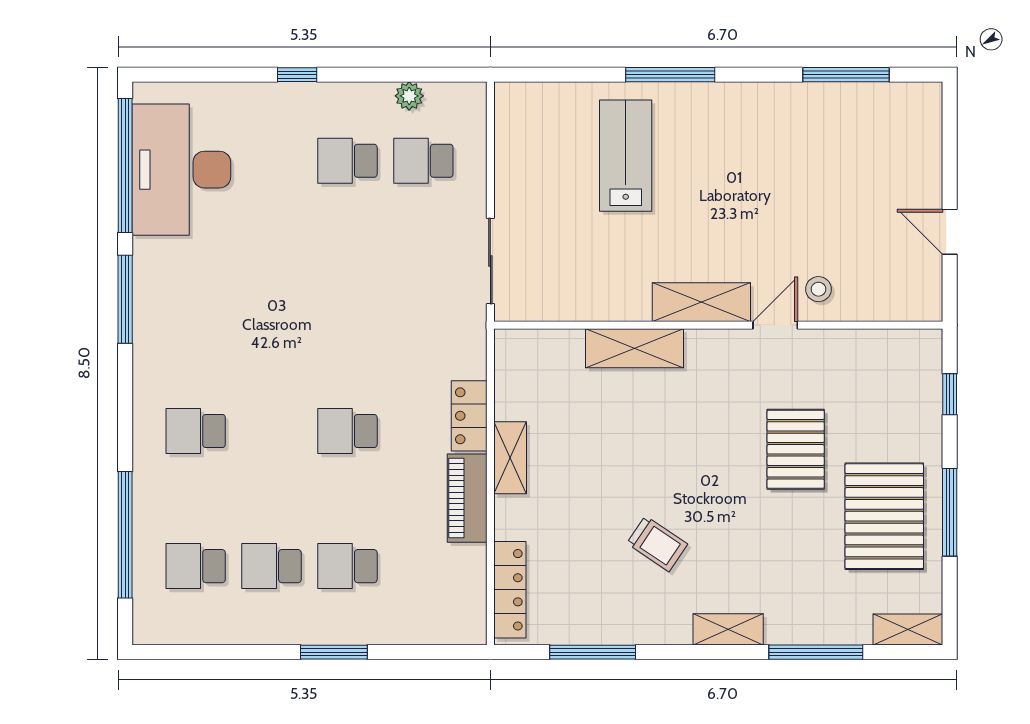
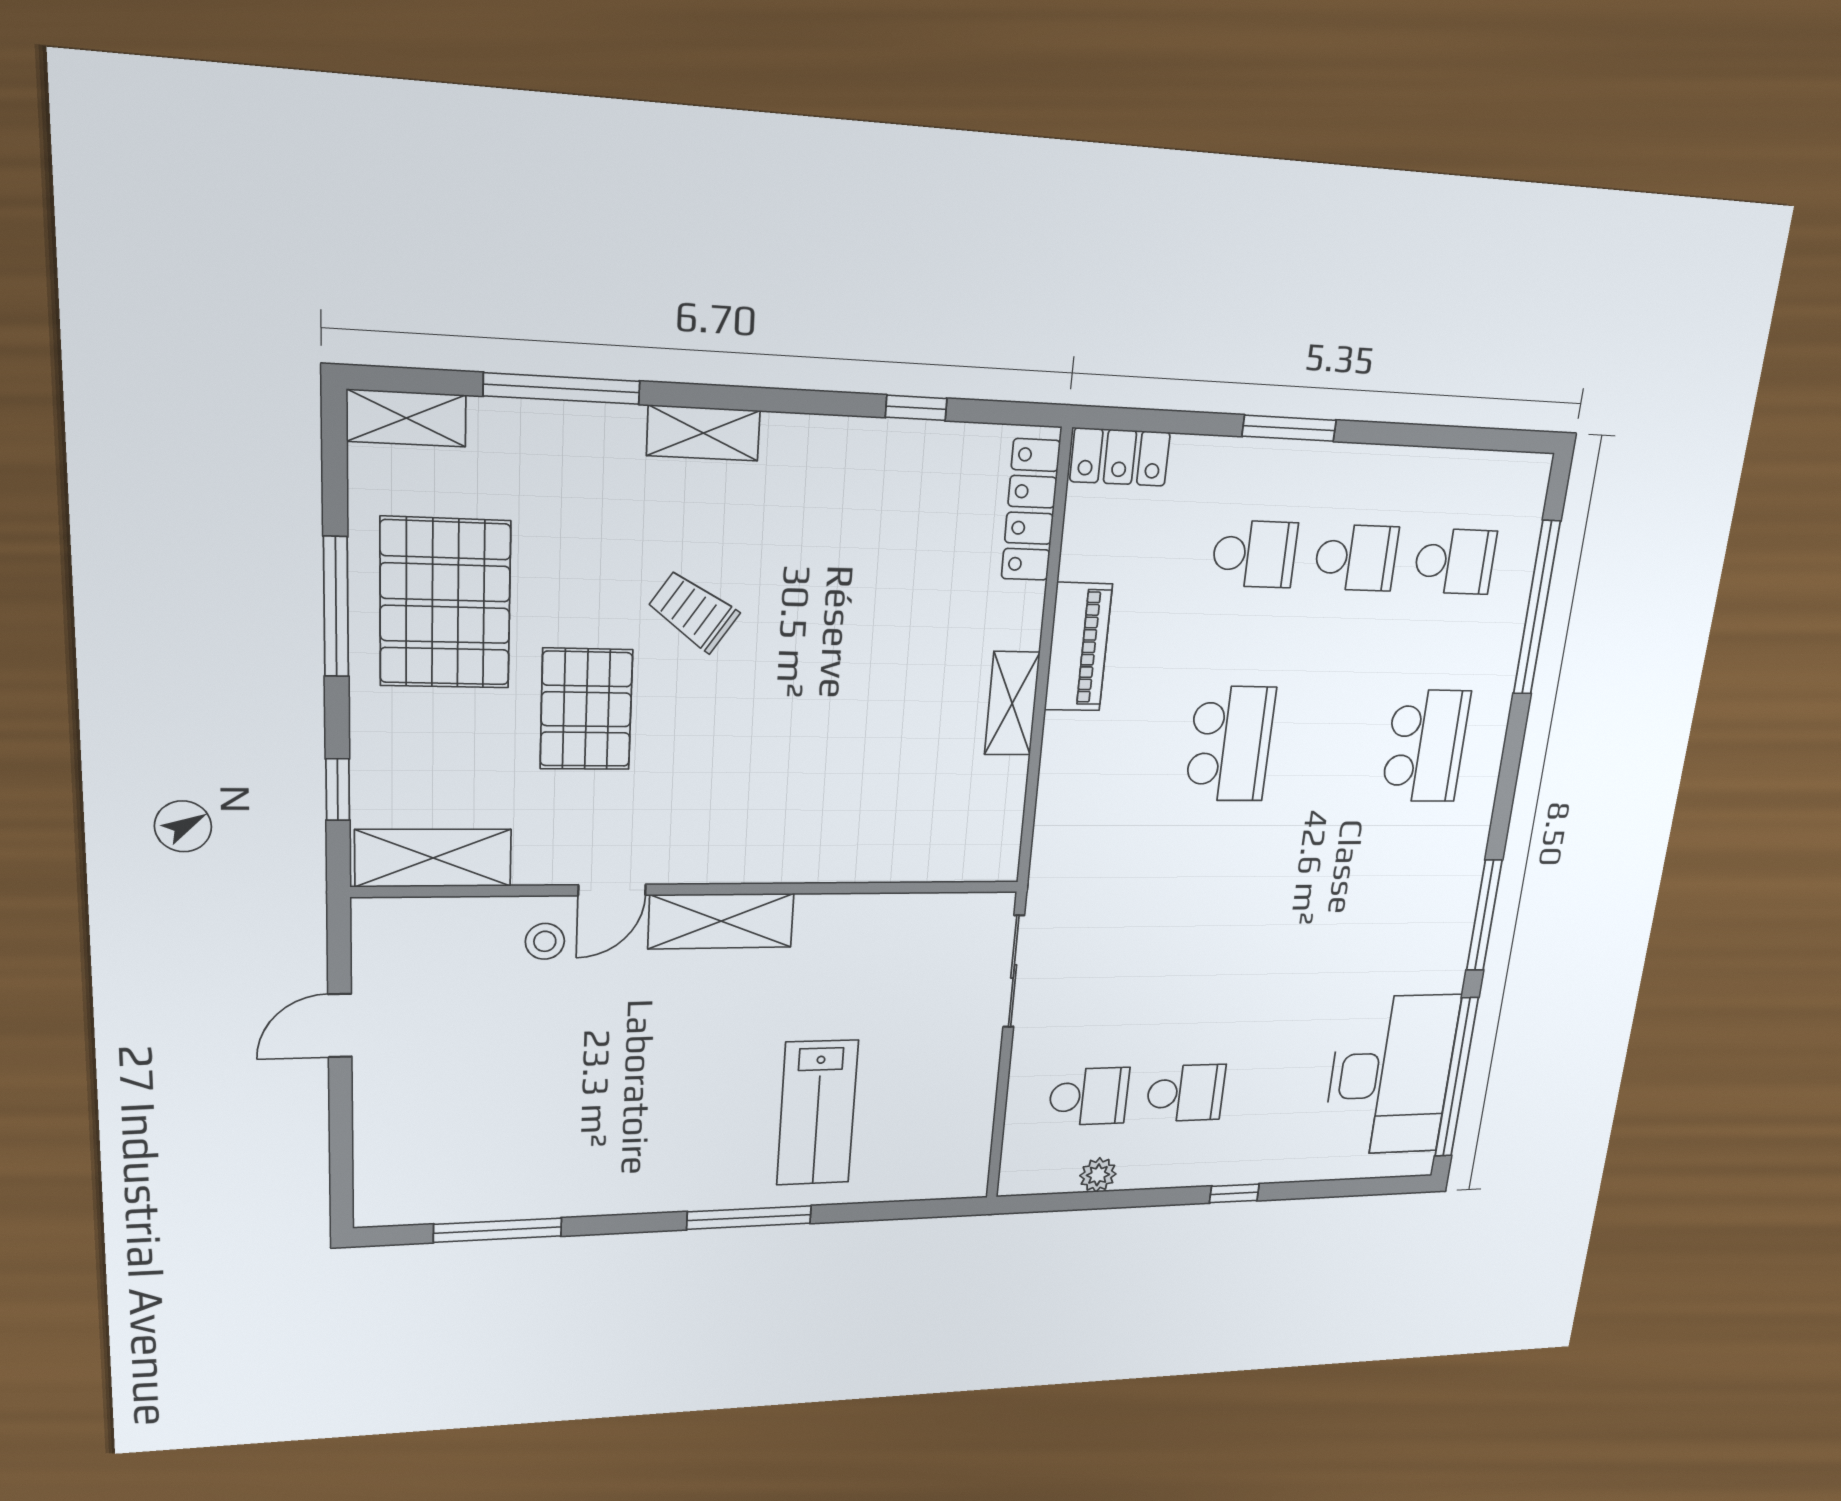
door: (950, 232) -> (340, 1026), swing flipped
shelving: (635, 348) -> (433, 858), moved
locker: (469, 416) -> (1120, 457), moved, turned 90
school desk: (196, 431) -> (1426, 746), width x1.85
school desk: (347, 431) -> (1230, 744), width x1.85
trolley: (657, 544) -> (693, 611), moved
window: (593, 652) -> (916, 408), width x0.46

